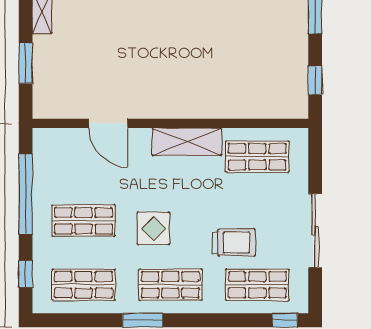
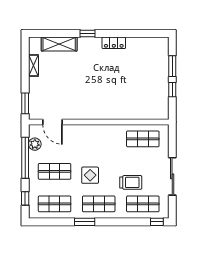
window: (26, 63) -> (25, 103), moved
window: (315, 80) -> (172, 90), moved
door: (108, 123) -> (52, 122), moved
shelving: (187, 142) -> (107, 131), removed
plant: (45, 167) -> (35, 144), added

